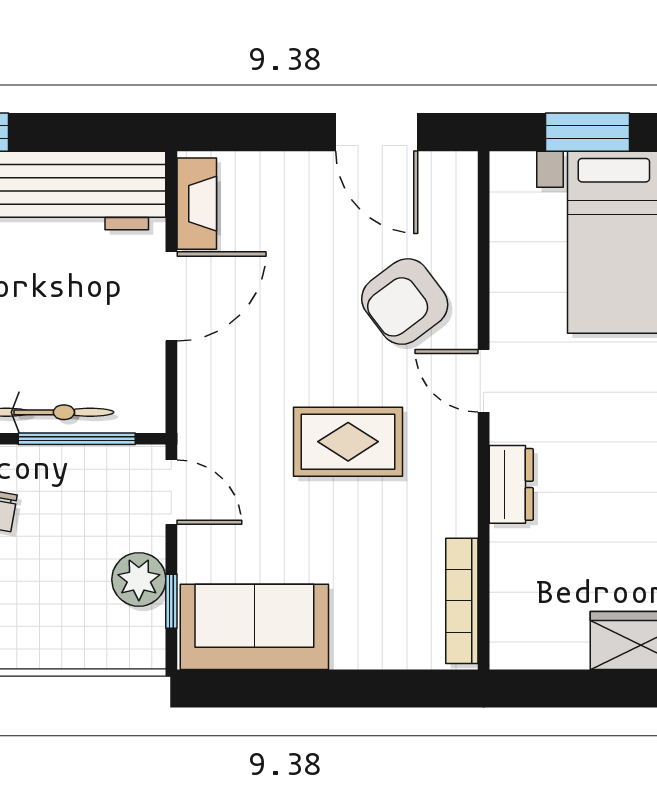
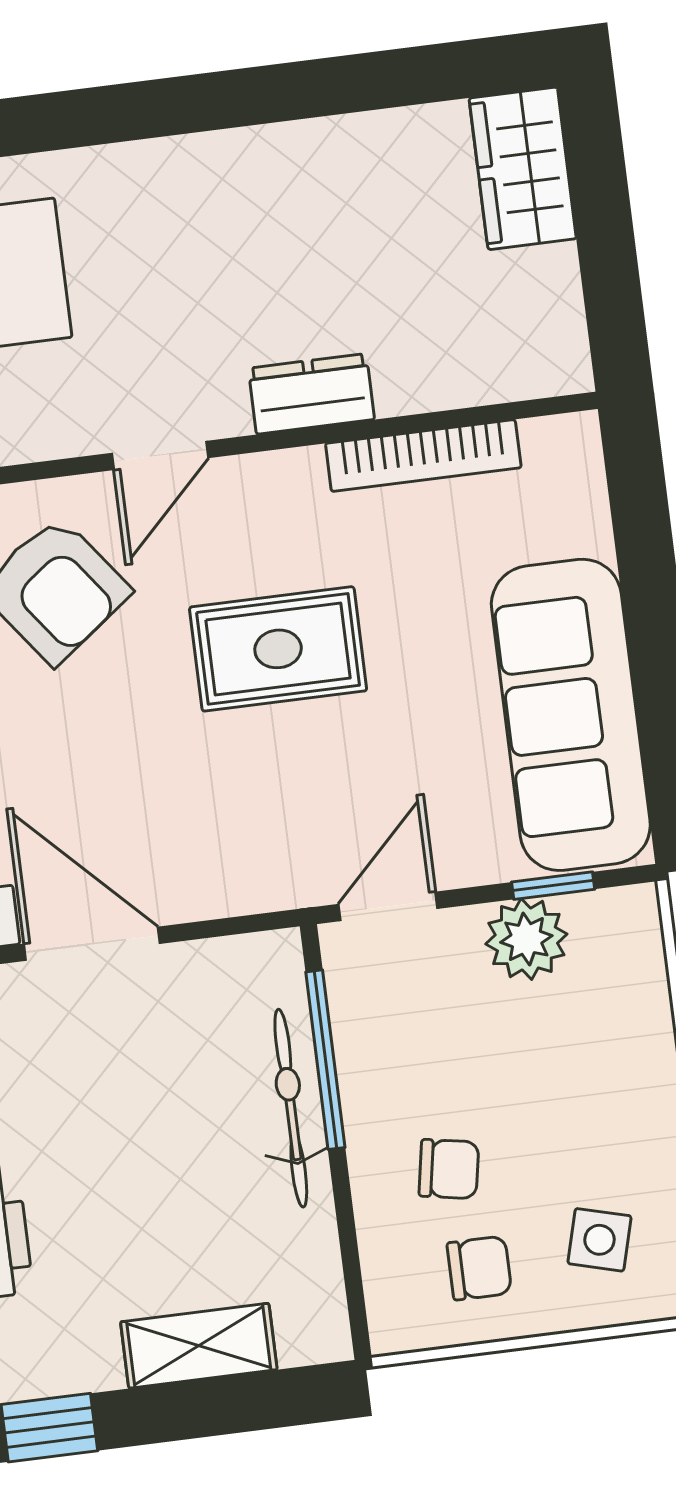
rug: (348, 442) -> (278, 649), turned 90
bookcase: (462, 601) -> (423, 456), moved
sofa: (254, 627) -> (571, 715), width x1.36

